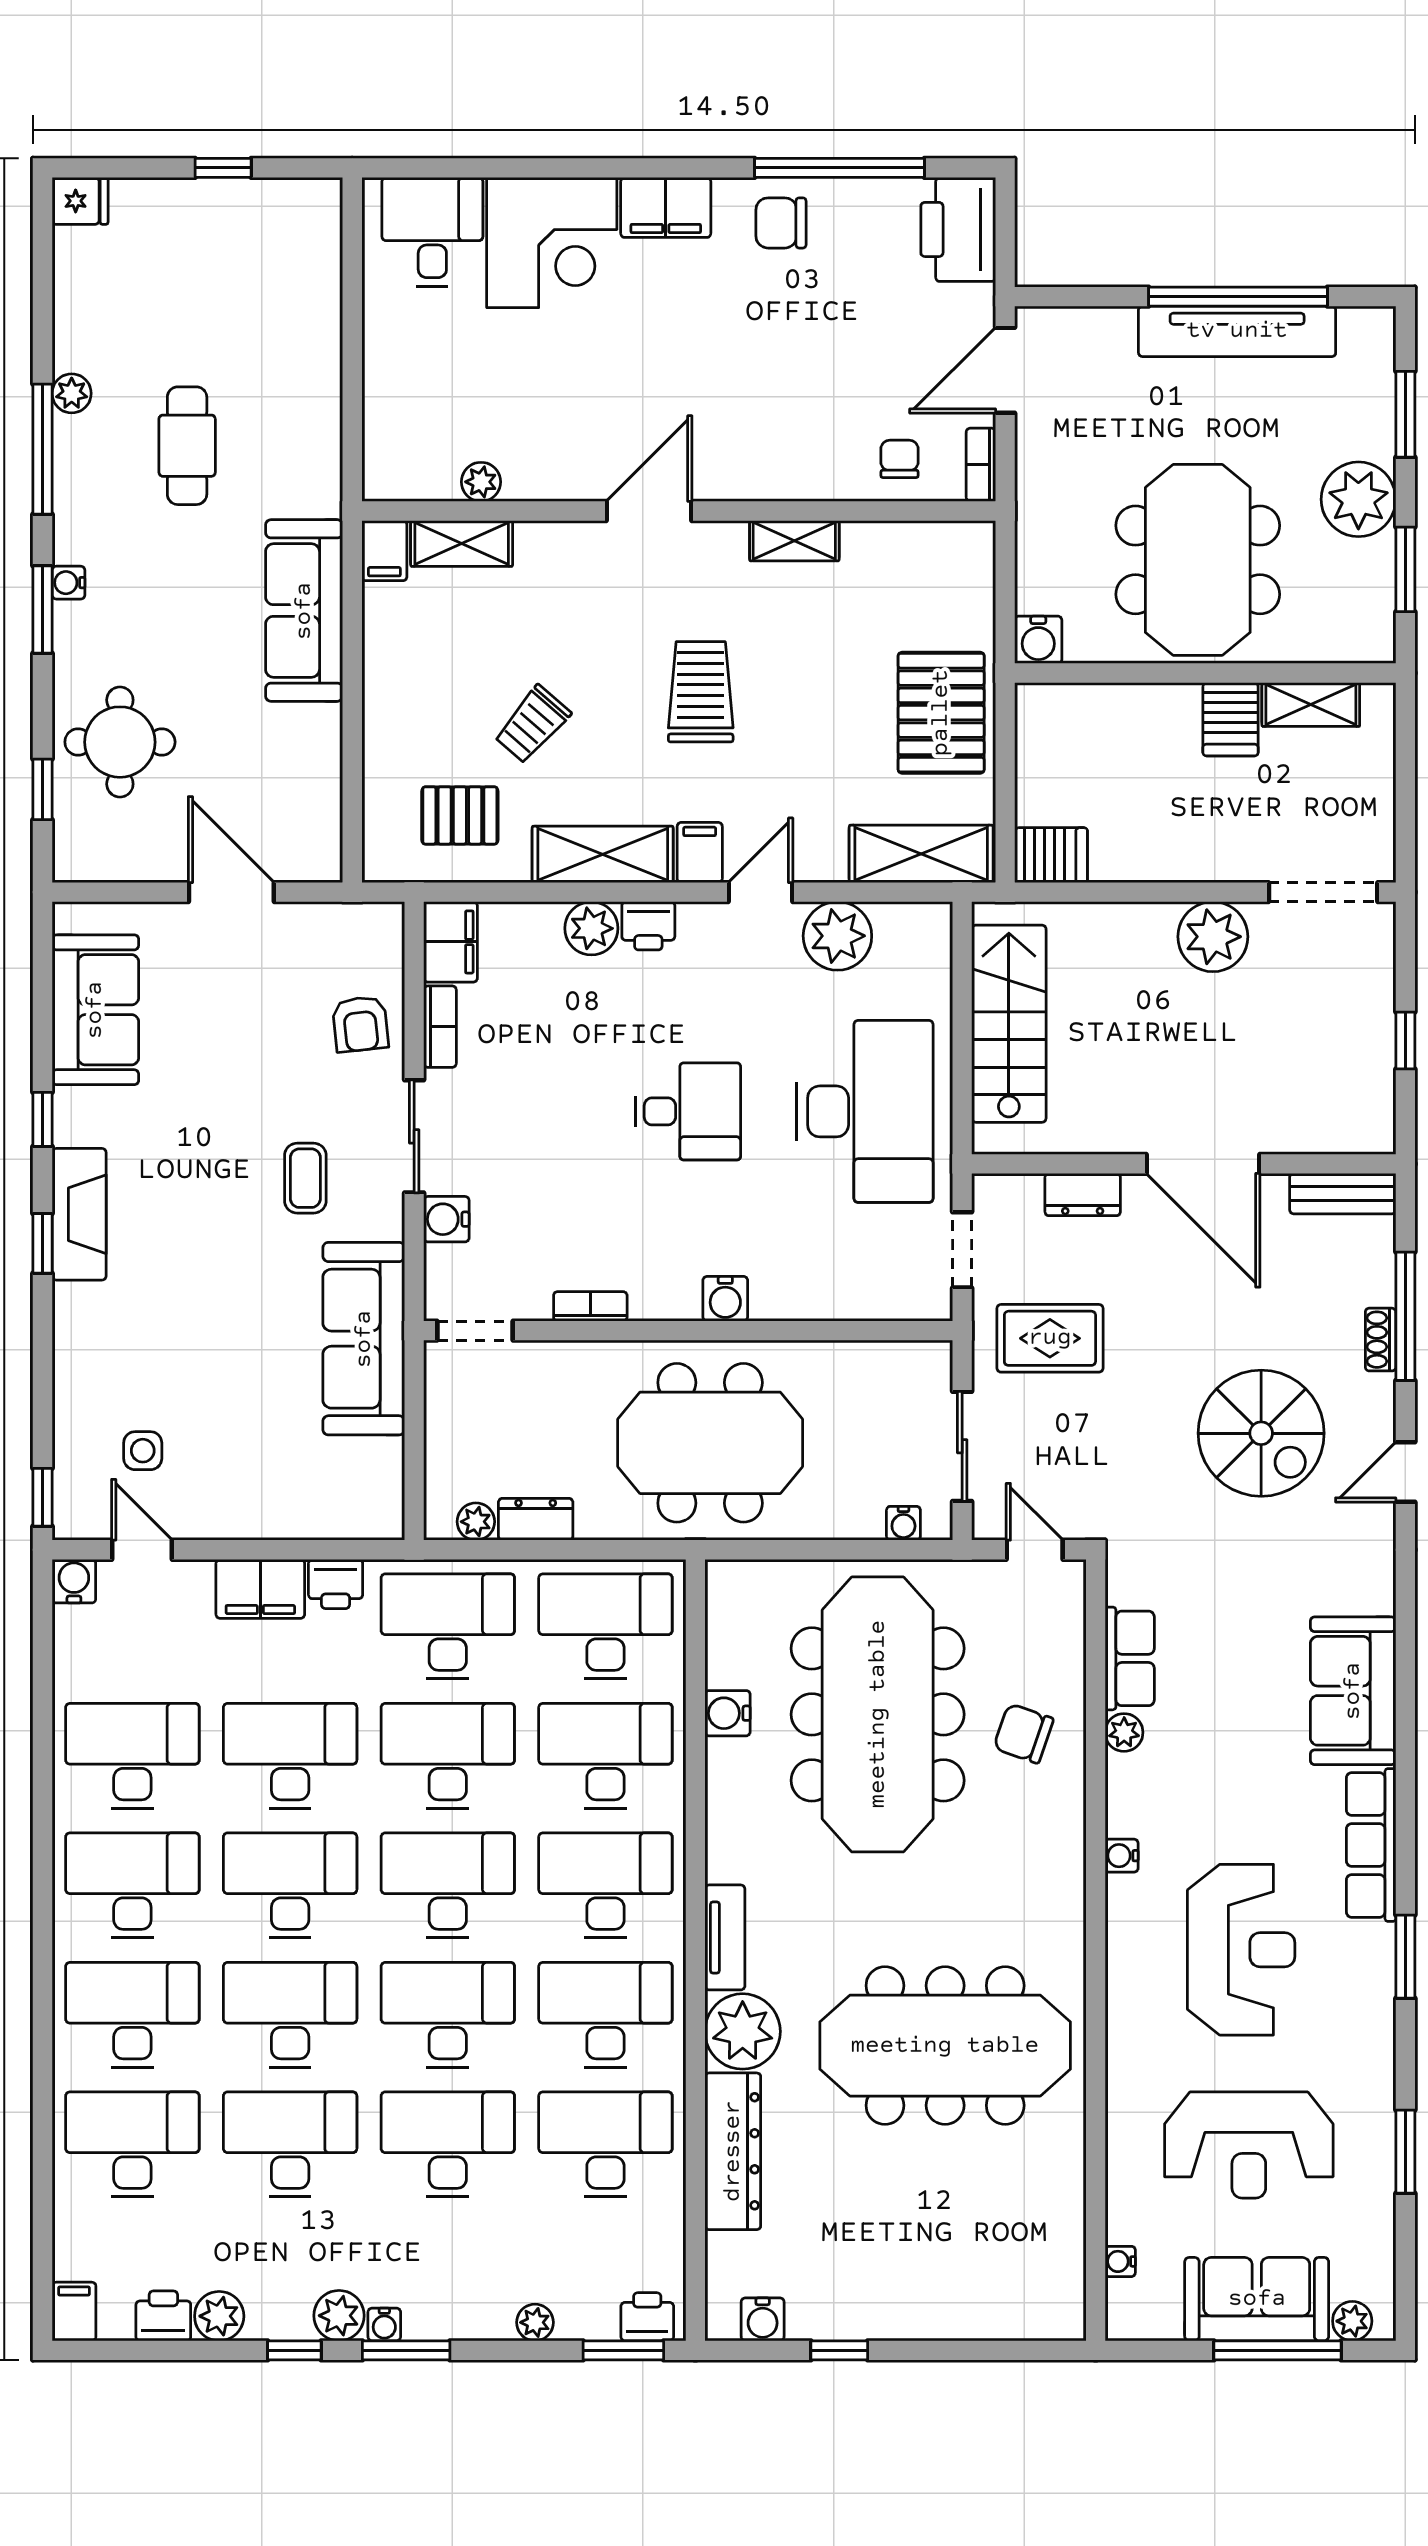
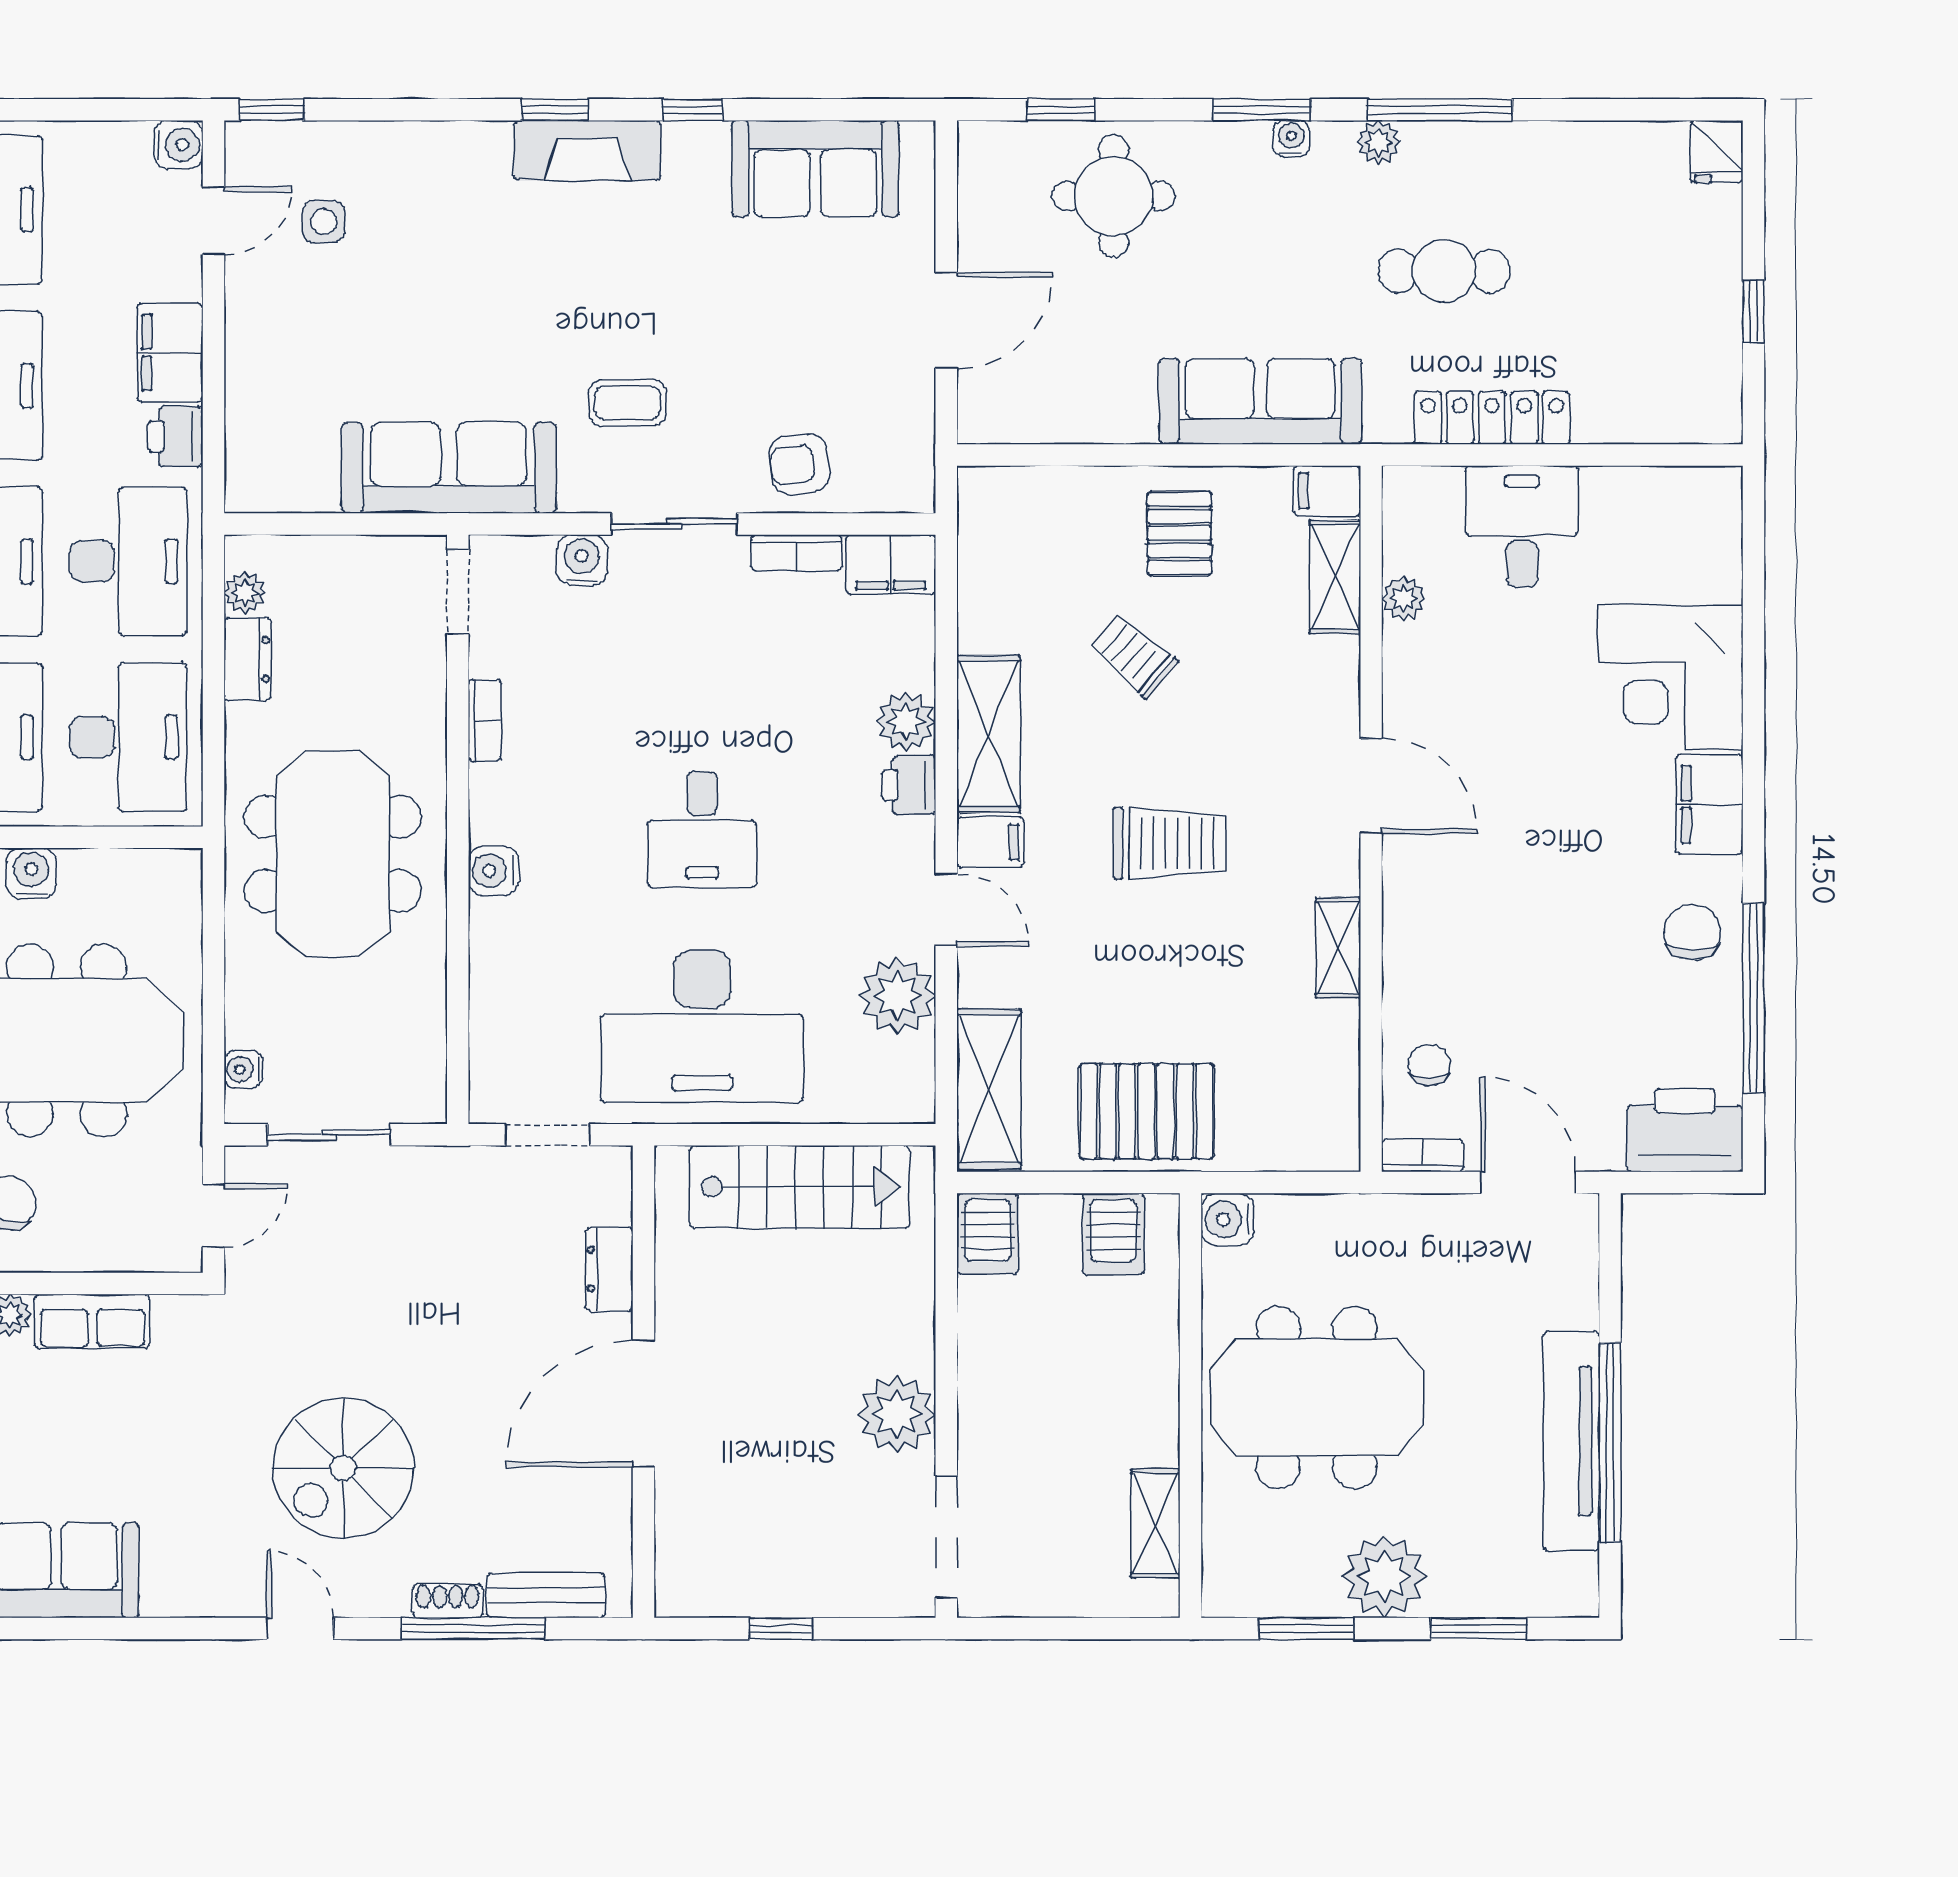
desk: (432, 232) -> (1522, 526), moved, turned -90
plant: (72, 393) -> (1378, 142), moved
locker: (319, 403) -> (1492, 418), added
chair: (899, 459) -> (1429, 1065), turned -90
server rack: (1231, 719) -> (1113, 1234), moved, turned -90
pallet: (460, 815) -> (1179, 533), moved
bench: (1343, 1194) -> (546, 1595), moved, turned 90
rug: (1050, 1338) -> (449, 1233), removed

